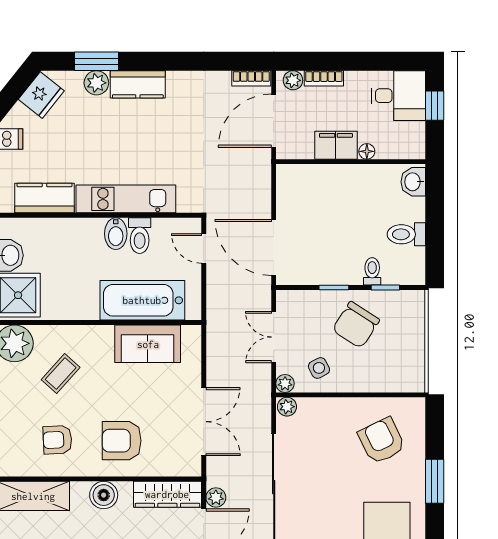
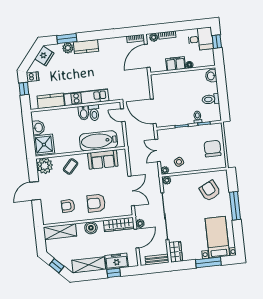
chair: (356, 325) -> (212, 149), moved, turned 147
coffee table: (61, 374) -> (71, 166), moved
window: (435, 481) -> (235, 206), width x1.44

